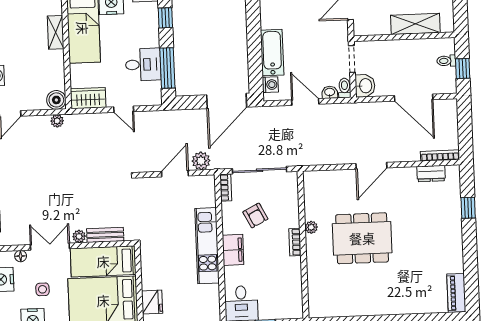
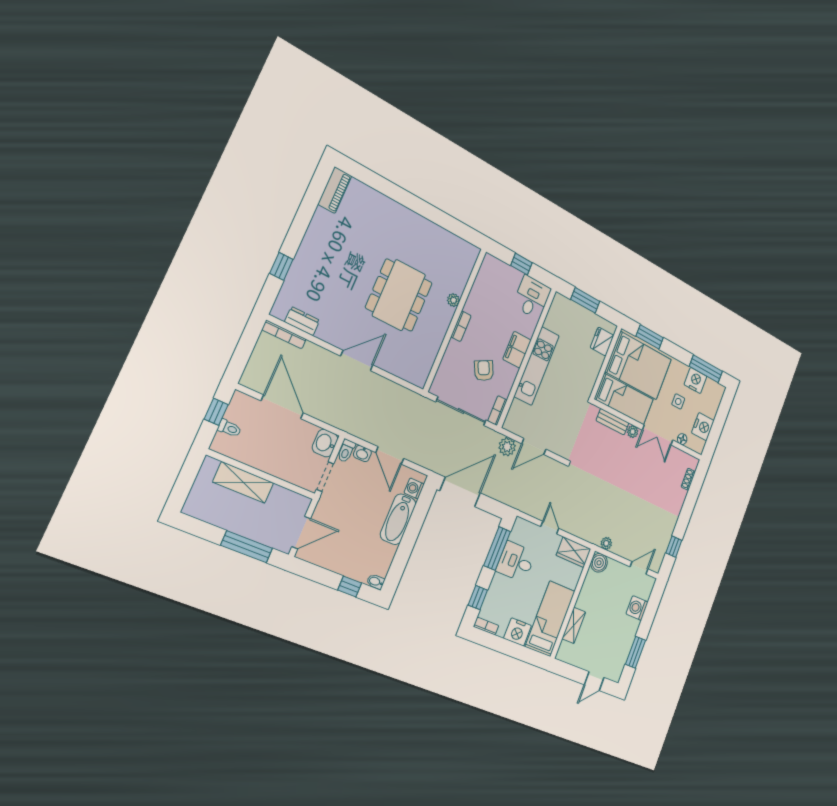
plant: (311, 227) -> (453, 300), moved
dining table: (362, 238) -> (399, 295), turned 90

